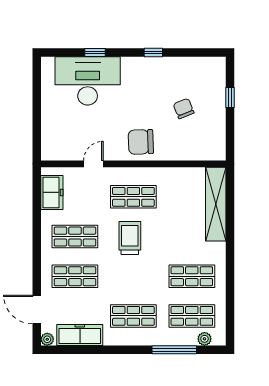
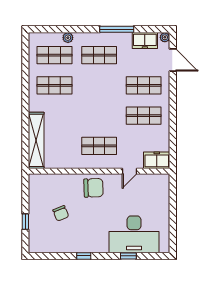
freezer: (52, 192) -> (157, 160), moved, turned 90
trolley: (130, 238) -> (102, 114), removed
freezer: (80, 335) -> (145, 40), width x0.71
plant: (204, 339) -> (68, 38), moved
window: (174, 350) -> (117, 29), moved

